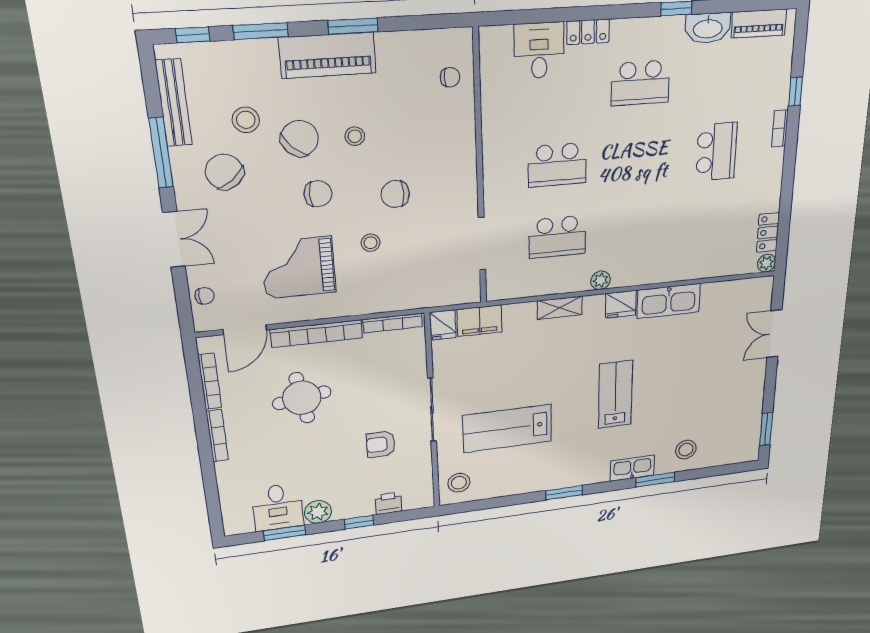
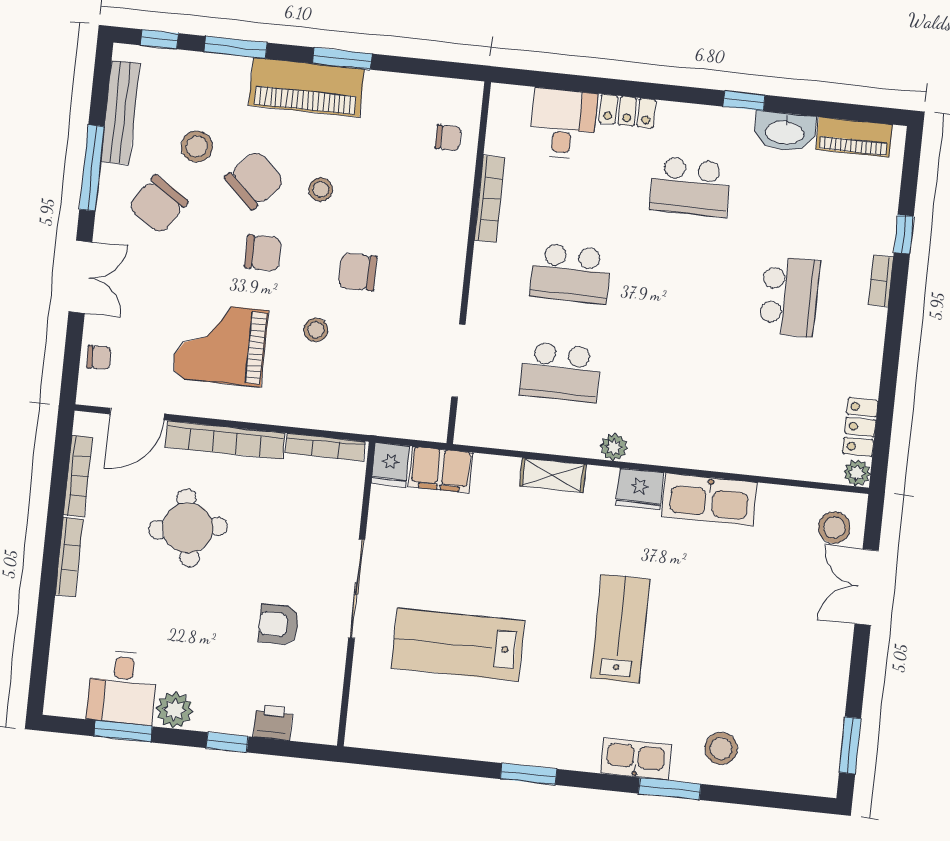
bookcase: (489, 120) -> (490, 199), added
chair: (224, 172) -> (158, 204), turned -107
stool: (459, 483) -> (834, 528), moved

